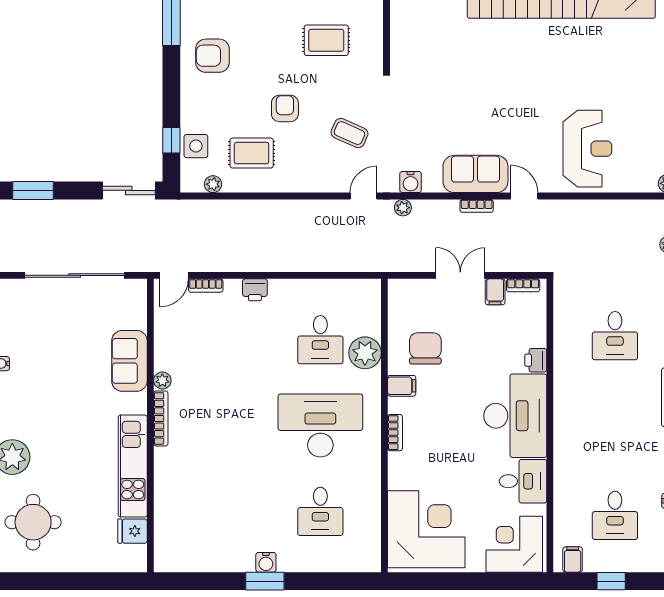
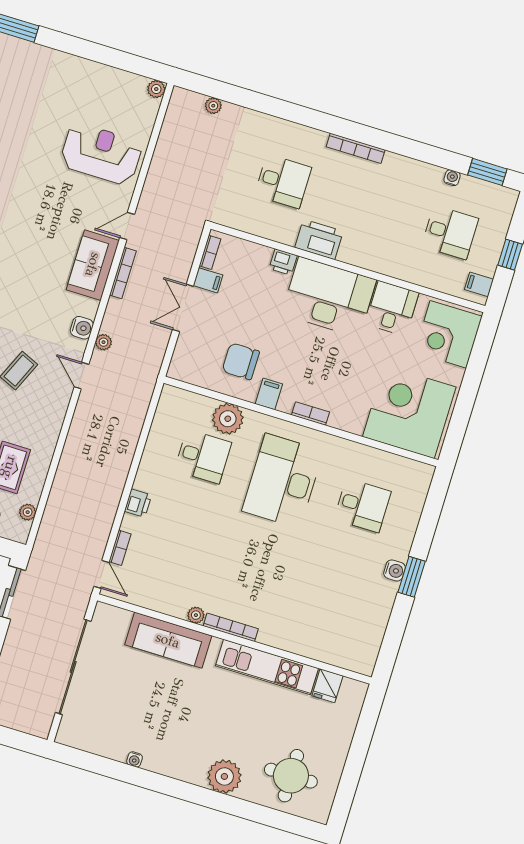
bookcase: (477, 206) -> (123, 273), width x1.56
sofa: (129, 361) -> (168, 640), width x1.36
printer: (569, 389) -> (319, 239), added

